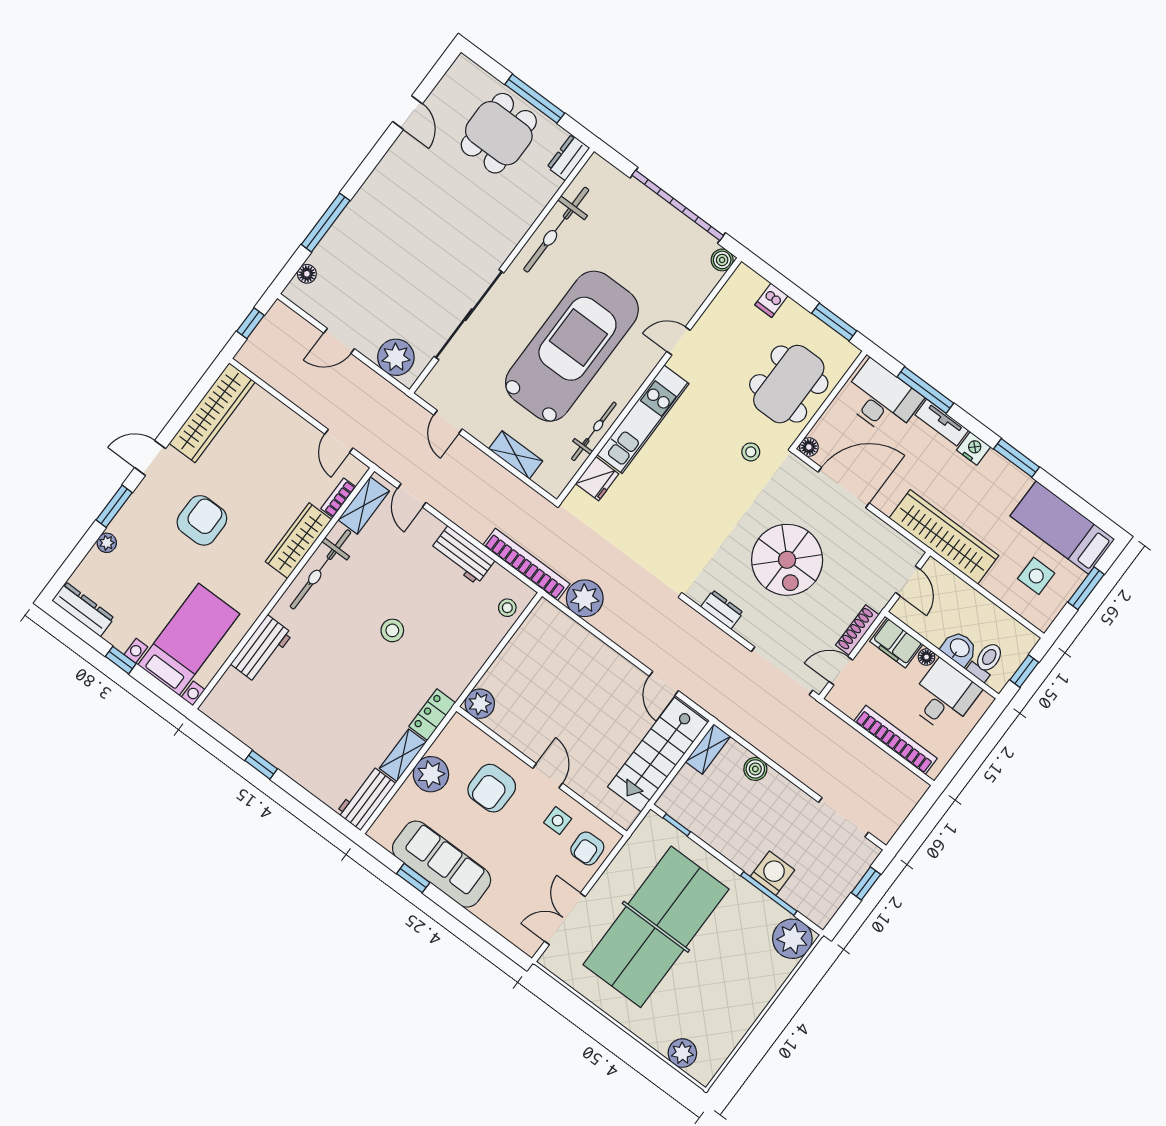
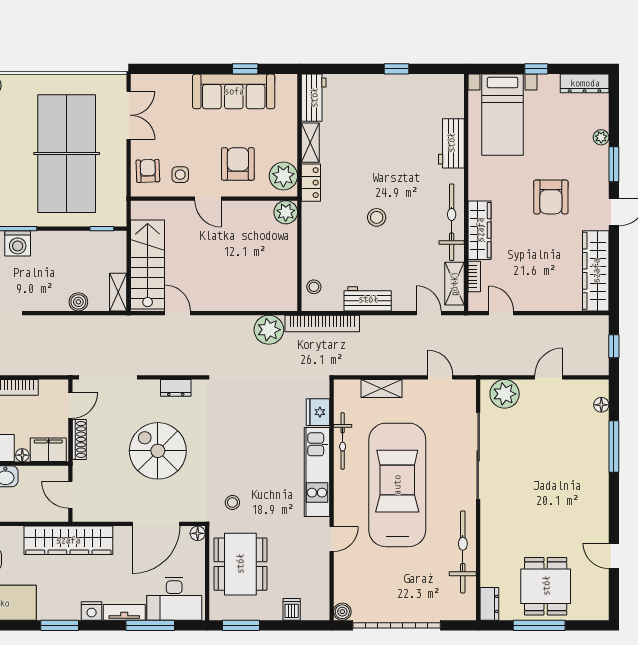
car: (572, 346) -> (397, 485), turned 180
plant: (431, 774) -> (283, 176), moved

